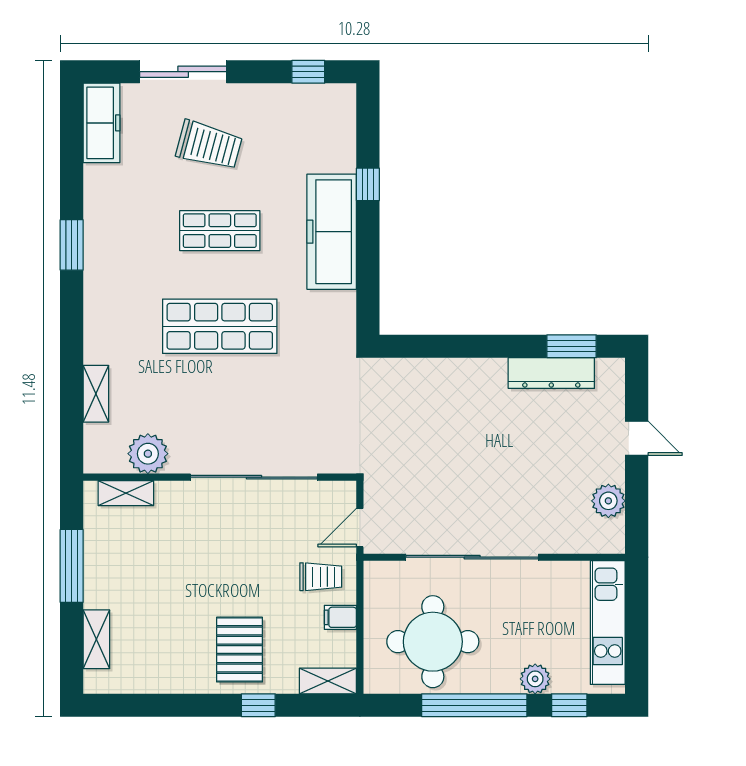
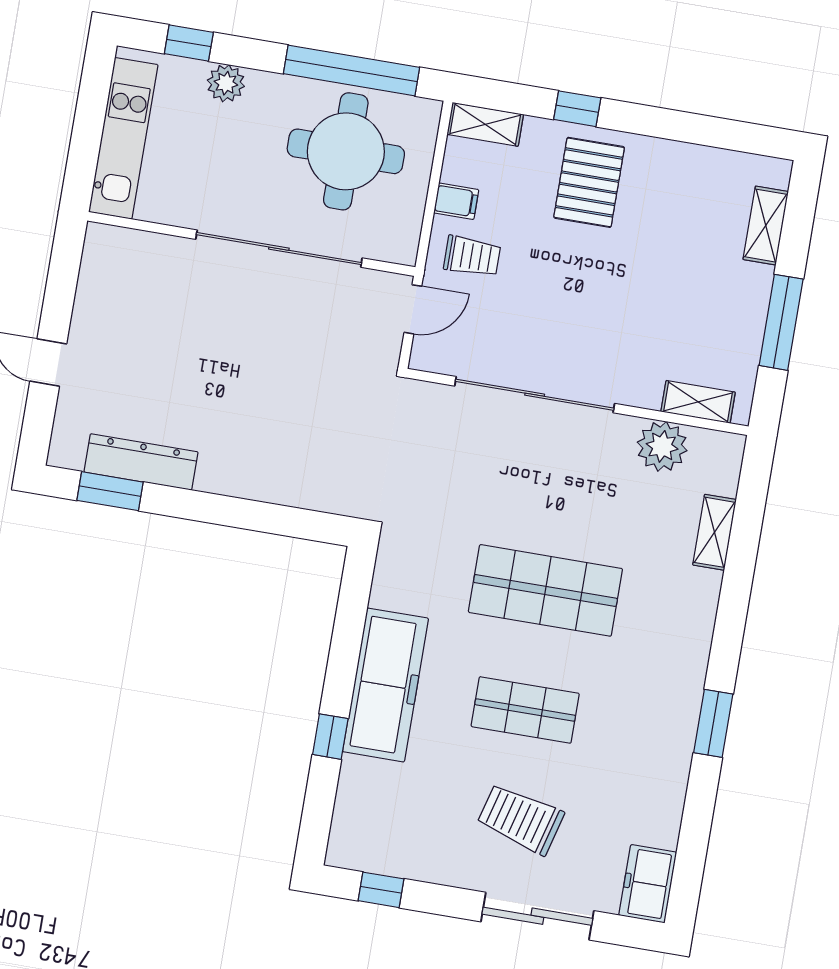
freezer: (102, 123) -> (648, 884), width x0.71
plant: (608, 501) -> (97, 290), removed
trolley: (321, 577) -> (472, 256), turned 180
window: (474, 705) -> (351, 71), moved

